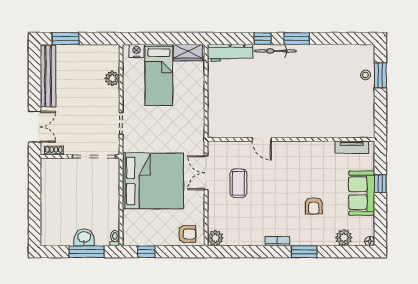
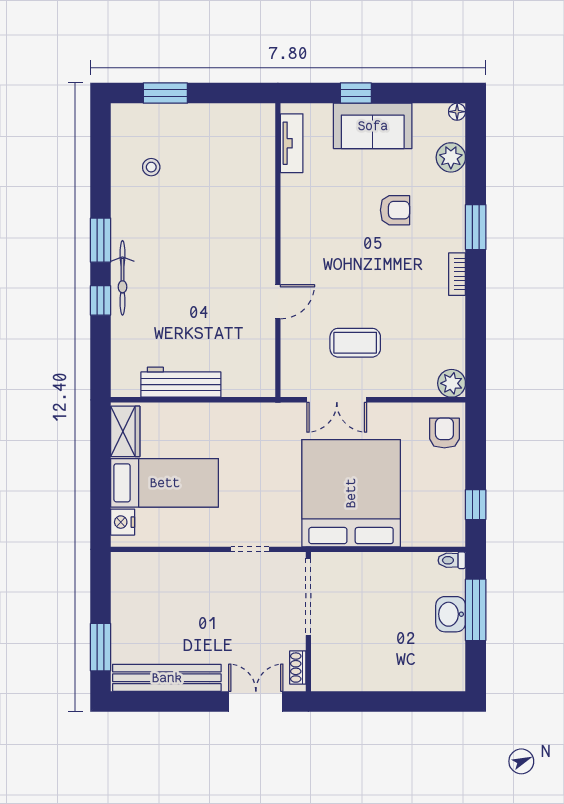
workbench: (230, 53) -> (181, 382), moved, turned -90
stool: (365, 75) -> (151, 167), moved
plant: (112, 78) -> (171, 565), removed

